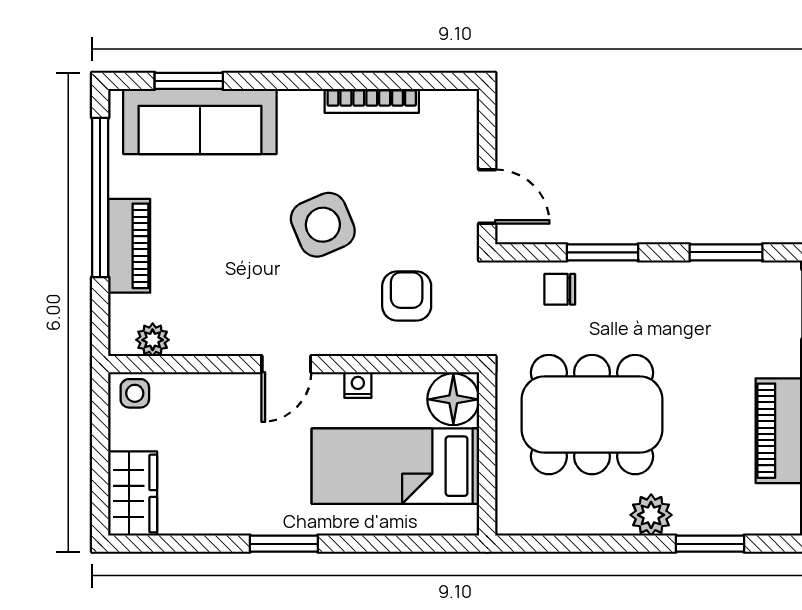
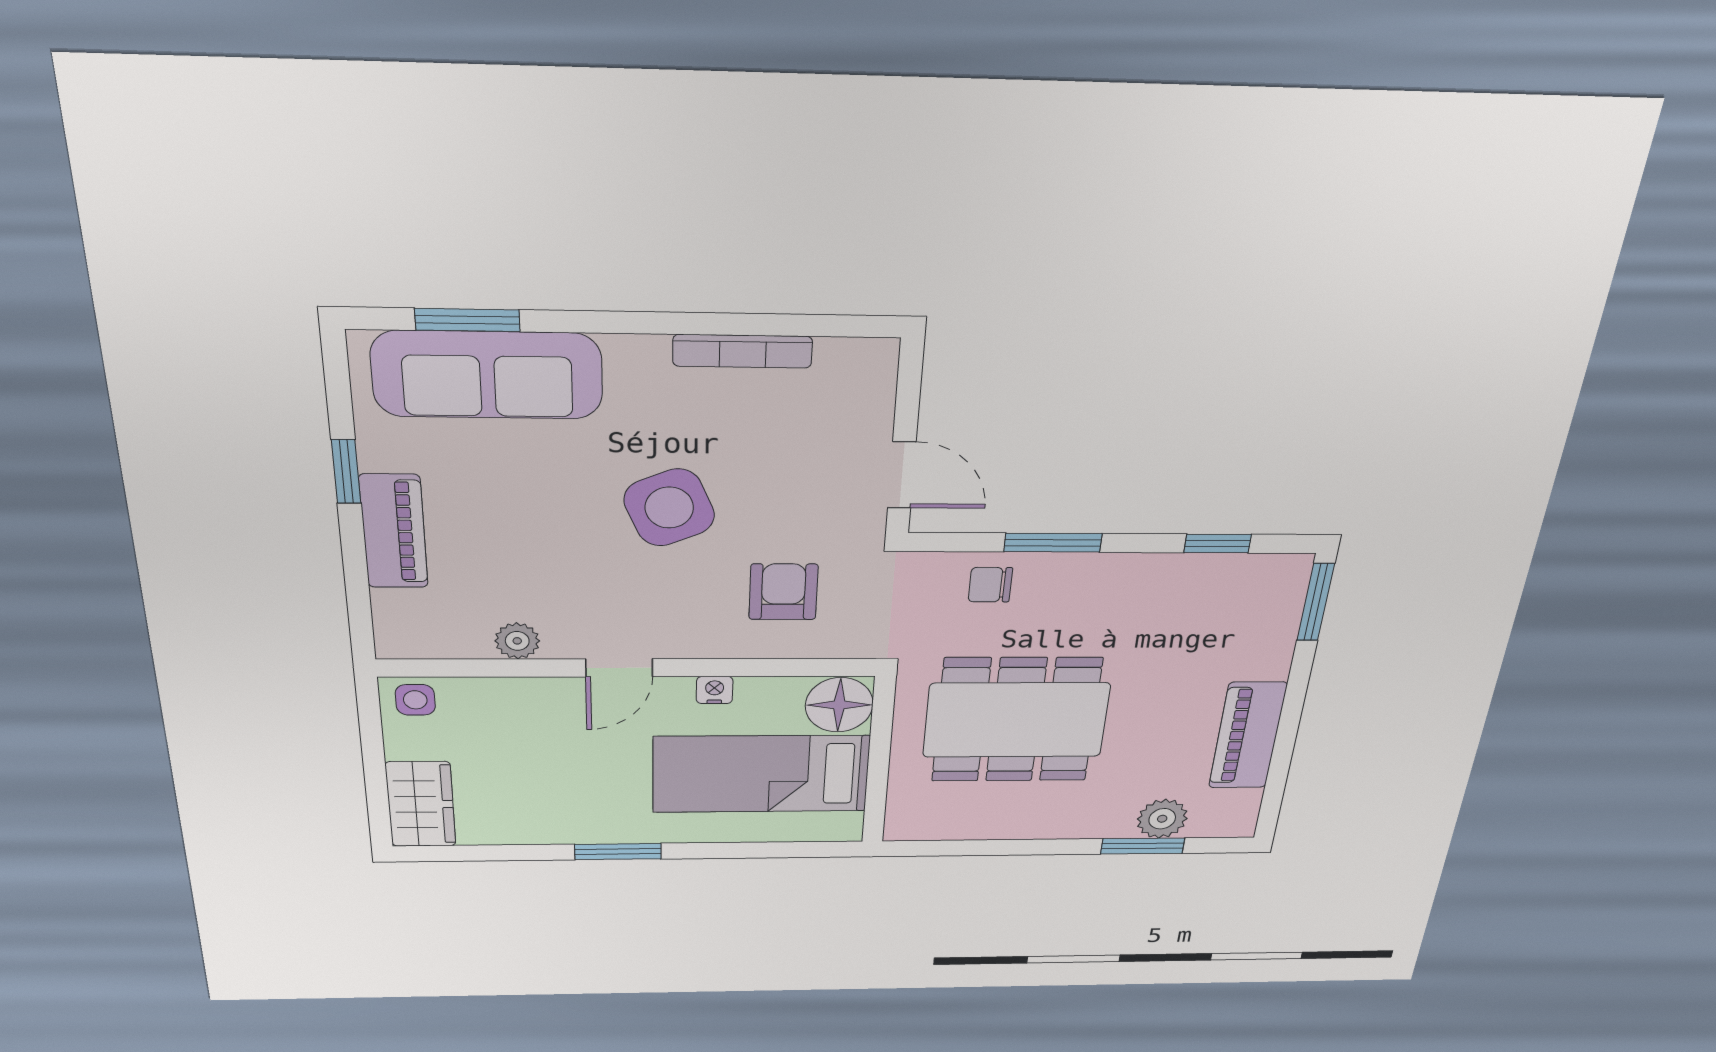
window: (100, 197) -> (346, 472), width x0.32
window: (726, 252) -> (1218, 544), width x0.67
plant: (153, 340) -> (517, 641), moved
plant: (651, 515) -> (1162, 819), moved

